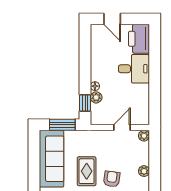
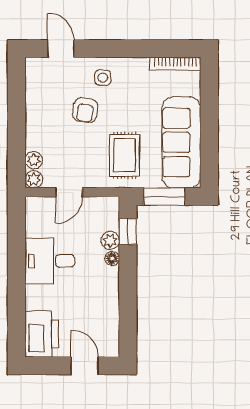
desk: (134, 69) -> (50, 261), moved
rug: (87, 171) -> (125, 155), moved
plant: (144, 171) -> (34, 160), moved

